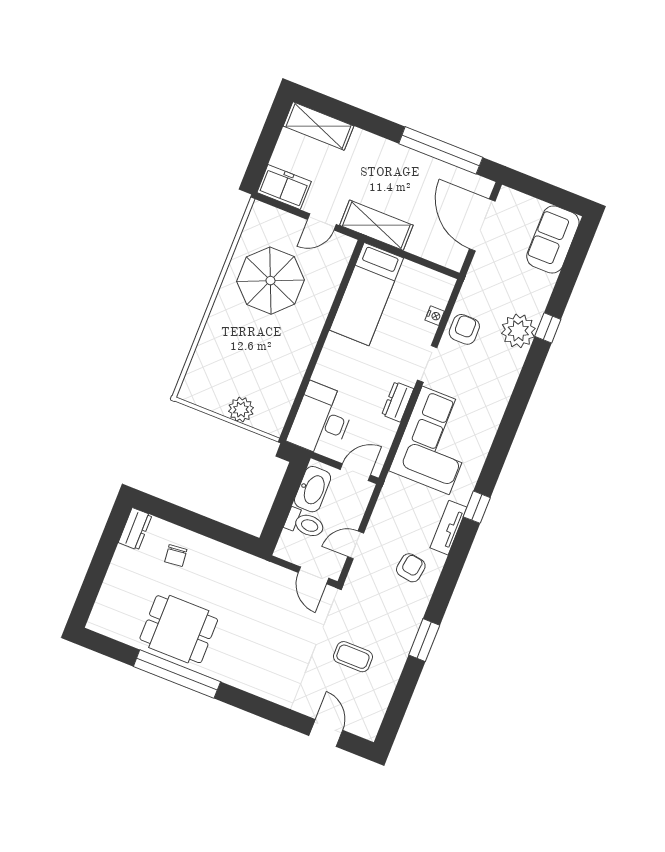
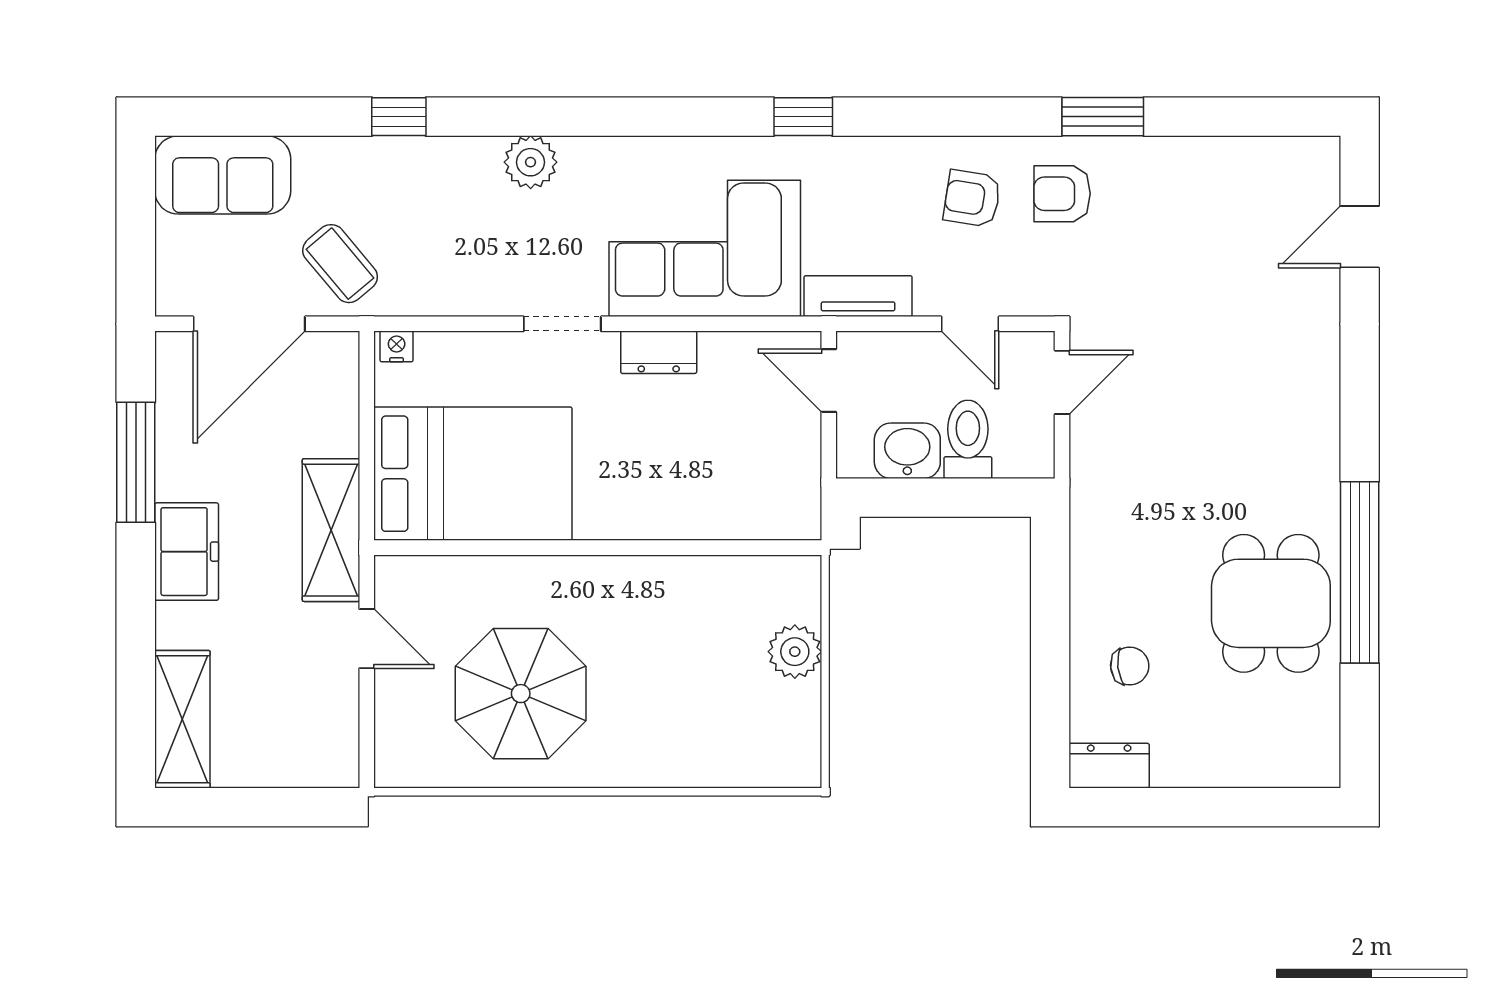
window: (441, 150) -> (136, 462), width x0.68
freezer: (284, 187) -> (187, 552), moved, turned 180
bed: (367, 294) -> (473, 474), width x1.50
nightstand: (435, 316) -> (397, 346), moved
armchair: (464, 329) -> (1062, 194), moved
plant: (518, 331) -> (531, 162), moved, width x0.73, depth x0.73
desk: (322, 420) -> (753, 486), removed
washbasin: (313, 489) -> (907, 451), width x0.72
tv unit: (448, 528) -> (858, 296), moved, turned 180
coffee table: (353, 657) -> (340, 264), moved, turned -40

